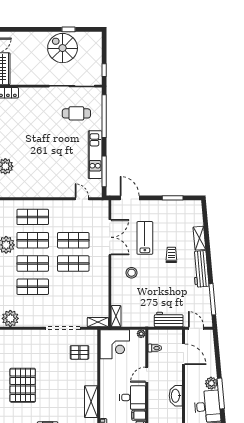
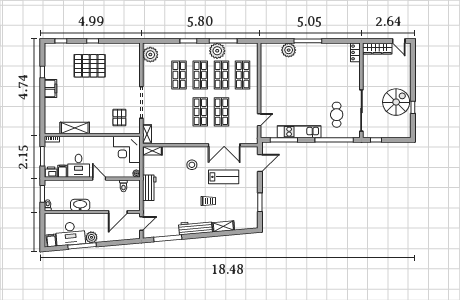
workbench: (169, 320) -> (149, 188), moved

